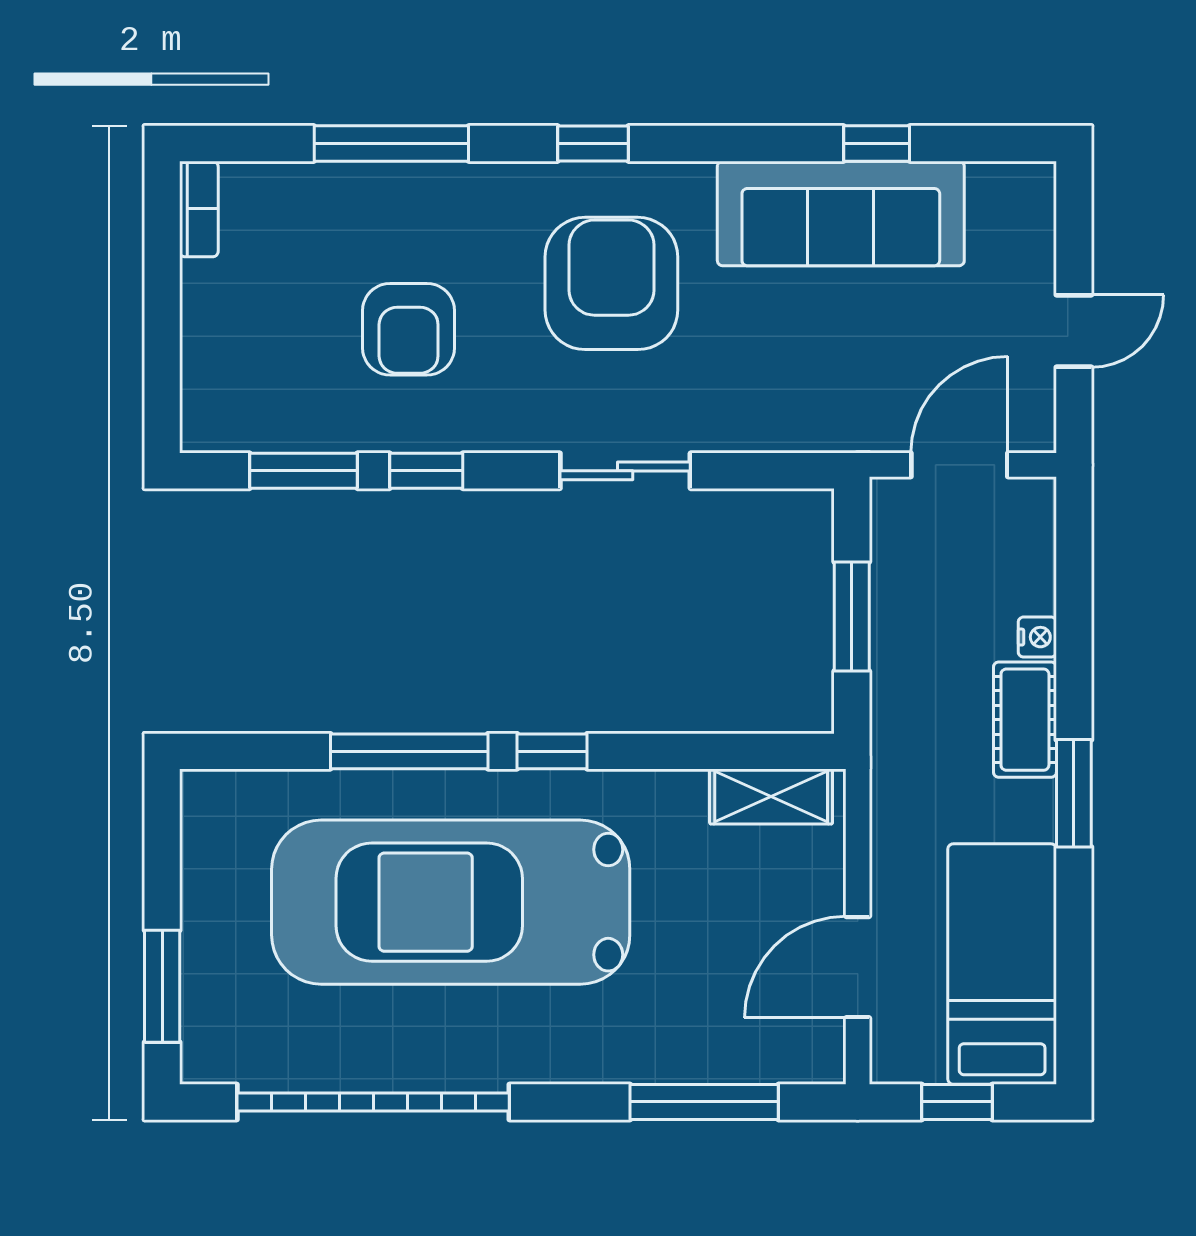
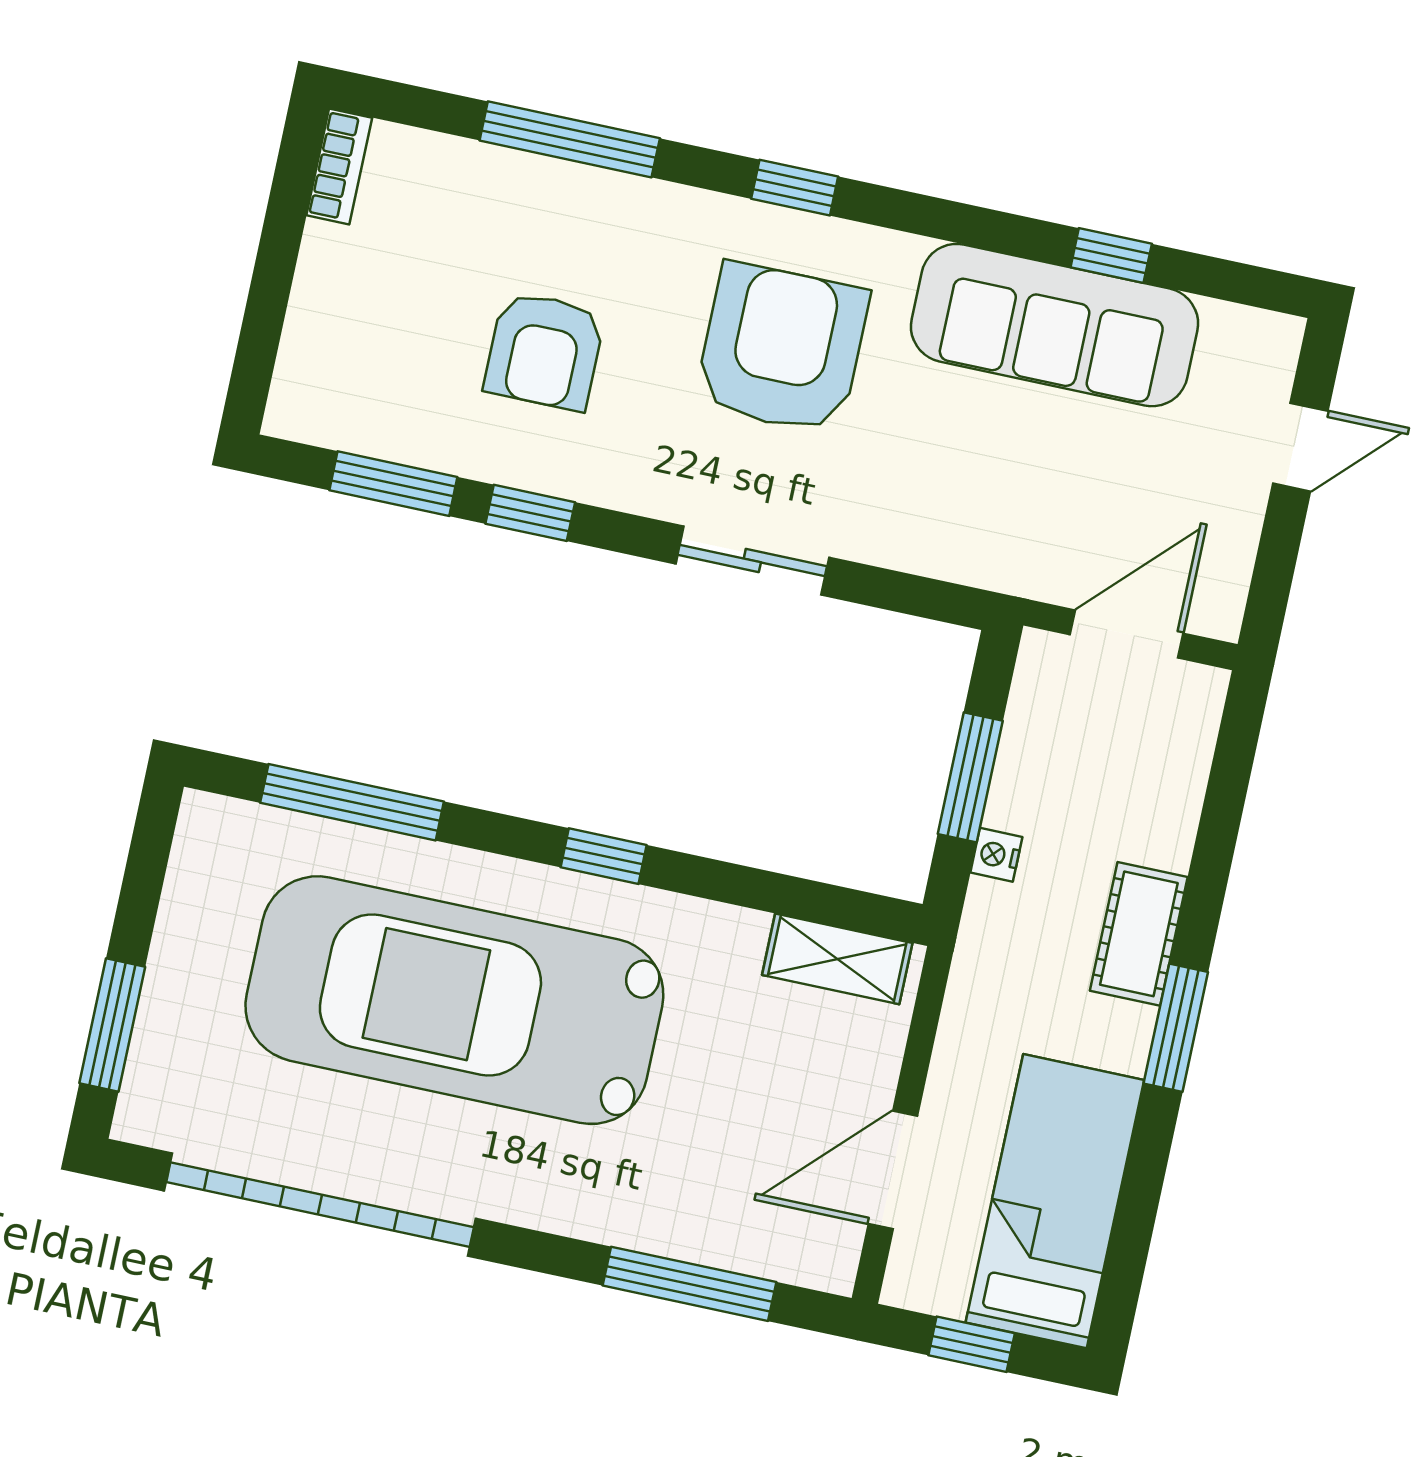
door: (1074, 331) -> (1300, 447), moved
nightstand: (1037, 637) -> (996, 855), moved, turned 180
window: (409, 751) -> (352, 802), moved

